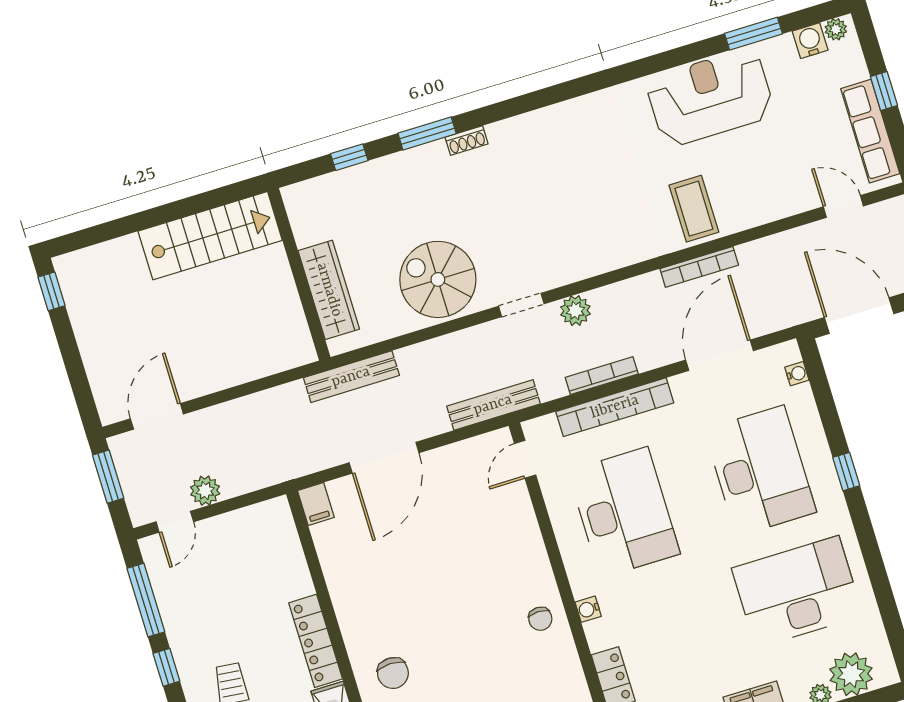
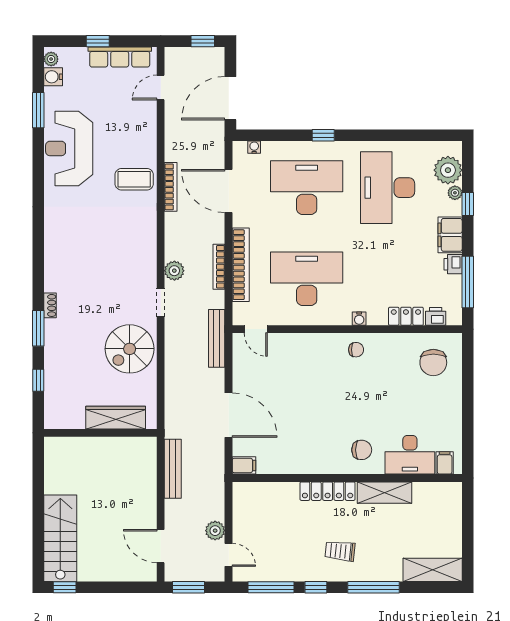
stairs: (210, 236) -> (60, 538), moved
bench: (351, 377) -> (173, 469), moved

